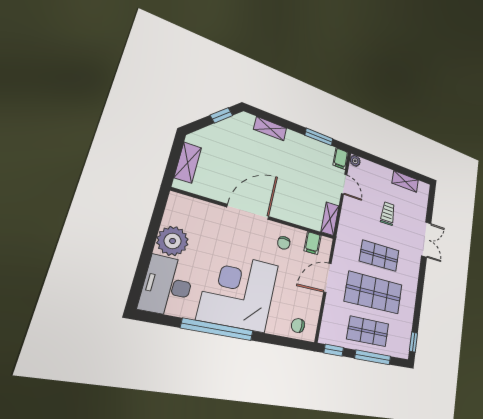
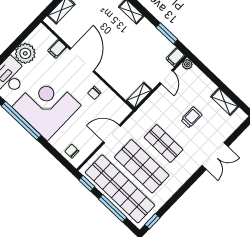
door: (248, 212) -> (82, 60), hinge flipped
filing cabinet: (313, 243) -> (57, 49), moved
shop shelf: (368, 331) -> (120, 189), width x2.00, depth x1.36

